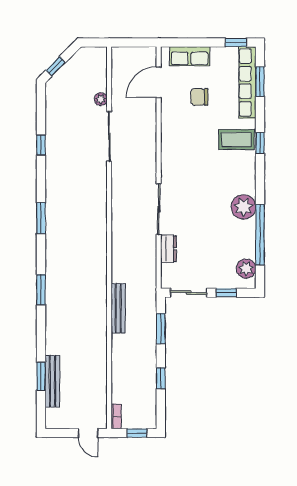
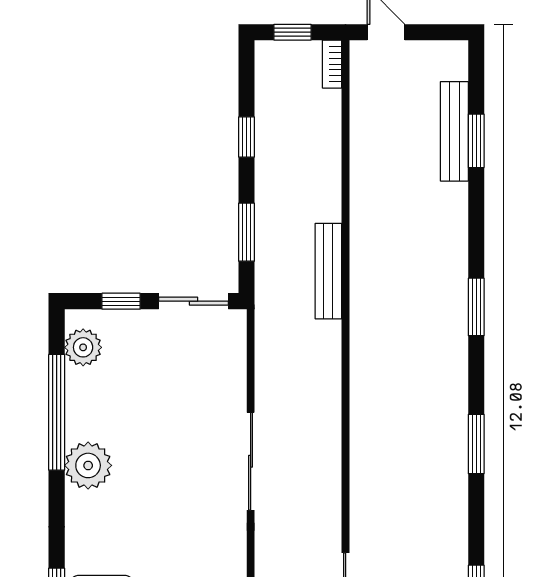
dresser: (169, 249) -> (232, 385), removed

